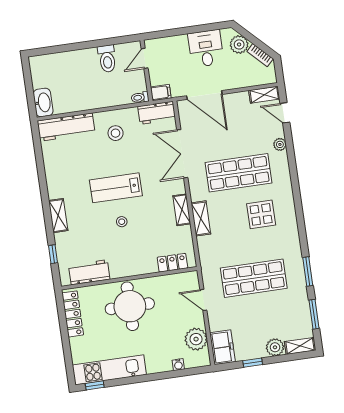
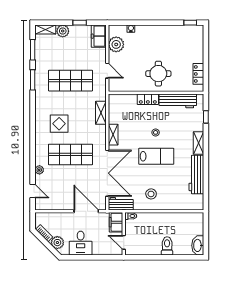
door: (145, 58) -> (124, 242), swing flipped
toilet: (107, 59) -> (167, 246), moved
filing cabinet: (161, 92) -> (116, 222), width x2.00
shelving: (264, 95) -> (45, 206), removed
washbasin: (43, 103) -> (198, 245), moved
workbench: (66, 127) -> (196, 175), moved, turned -90
double door: (182, 154) -> (107, 173), width x1.36
shelving: (201, 218) -> (101, 113), moved
locker: (172, 263) -> (148, 99), moved
workbench: (89, 272) -> (178, 101), width x1.38
round table: (130, 306) -> (158, 74), width x0.73, depth x0.73
locker: (73, 314) -> (198, 74), width x0.66
kitchen unit: (109, 370) -> (179, 32), removed

